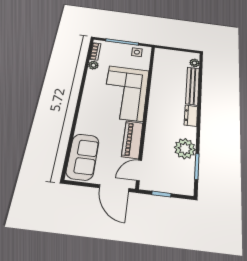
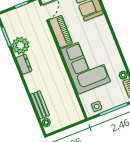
bench: (193, 86) -> (40, 105), width x0.73
dresser: (191, 116) -> (24, 64), moved

